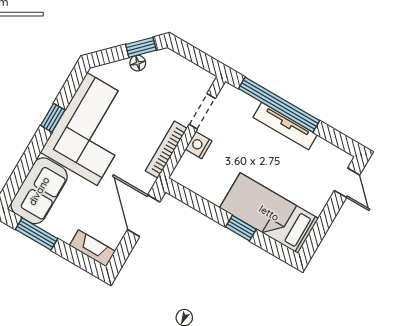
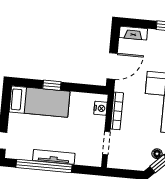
window: (279, 105) -> (44, 166), moved
nightstand: (199, 145) -> (100, 108), moved
door: (144, 216) -> (112, 66), hinge flipped

